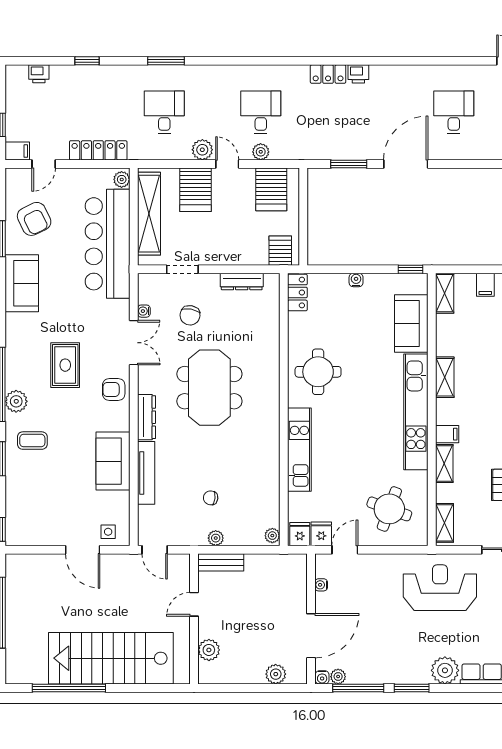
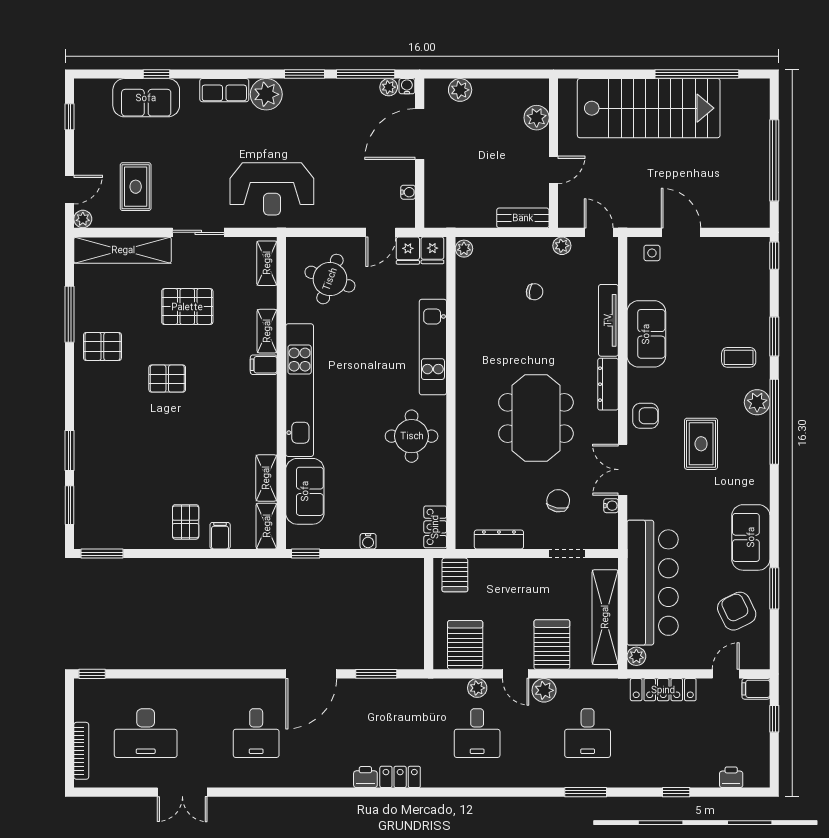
shelving: (445, 377) -> (266, 478), moved
plant: (216, 538) -> (562, 246), moved

